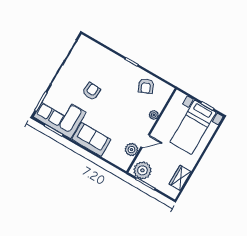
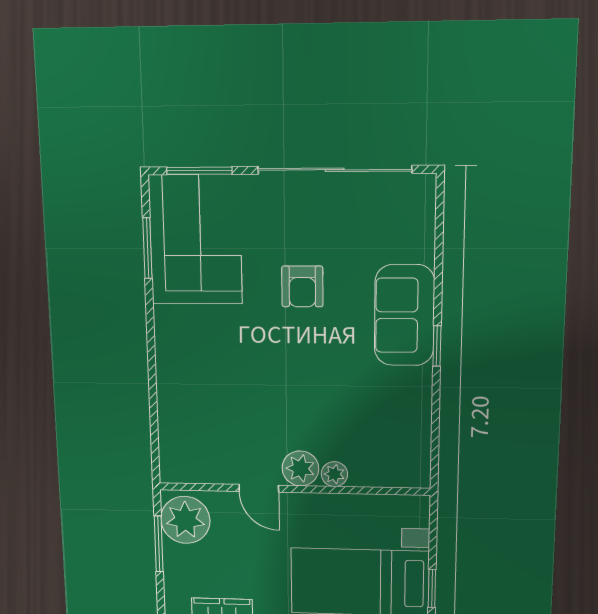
armchair: (146, 86) -> (396, 416), removed
armchair: (91, 91) -> (302, 286), turned 86
sofa: (91, 139) -> (404, 315), moved, turned 180
plant: (131, 150) -> (300, 468), moved

